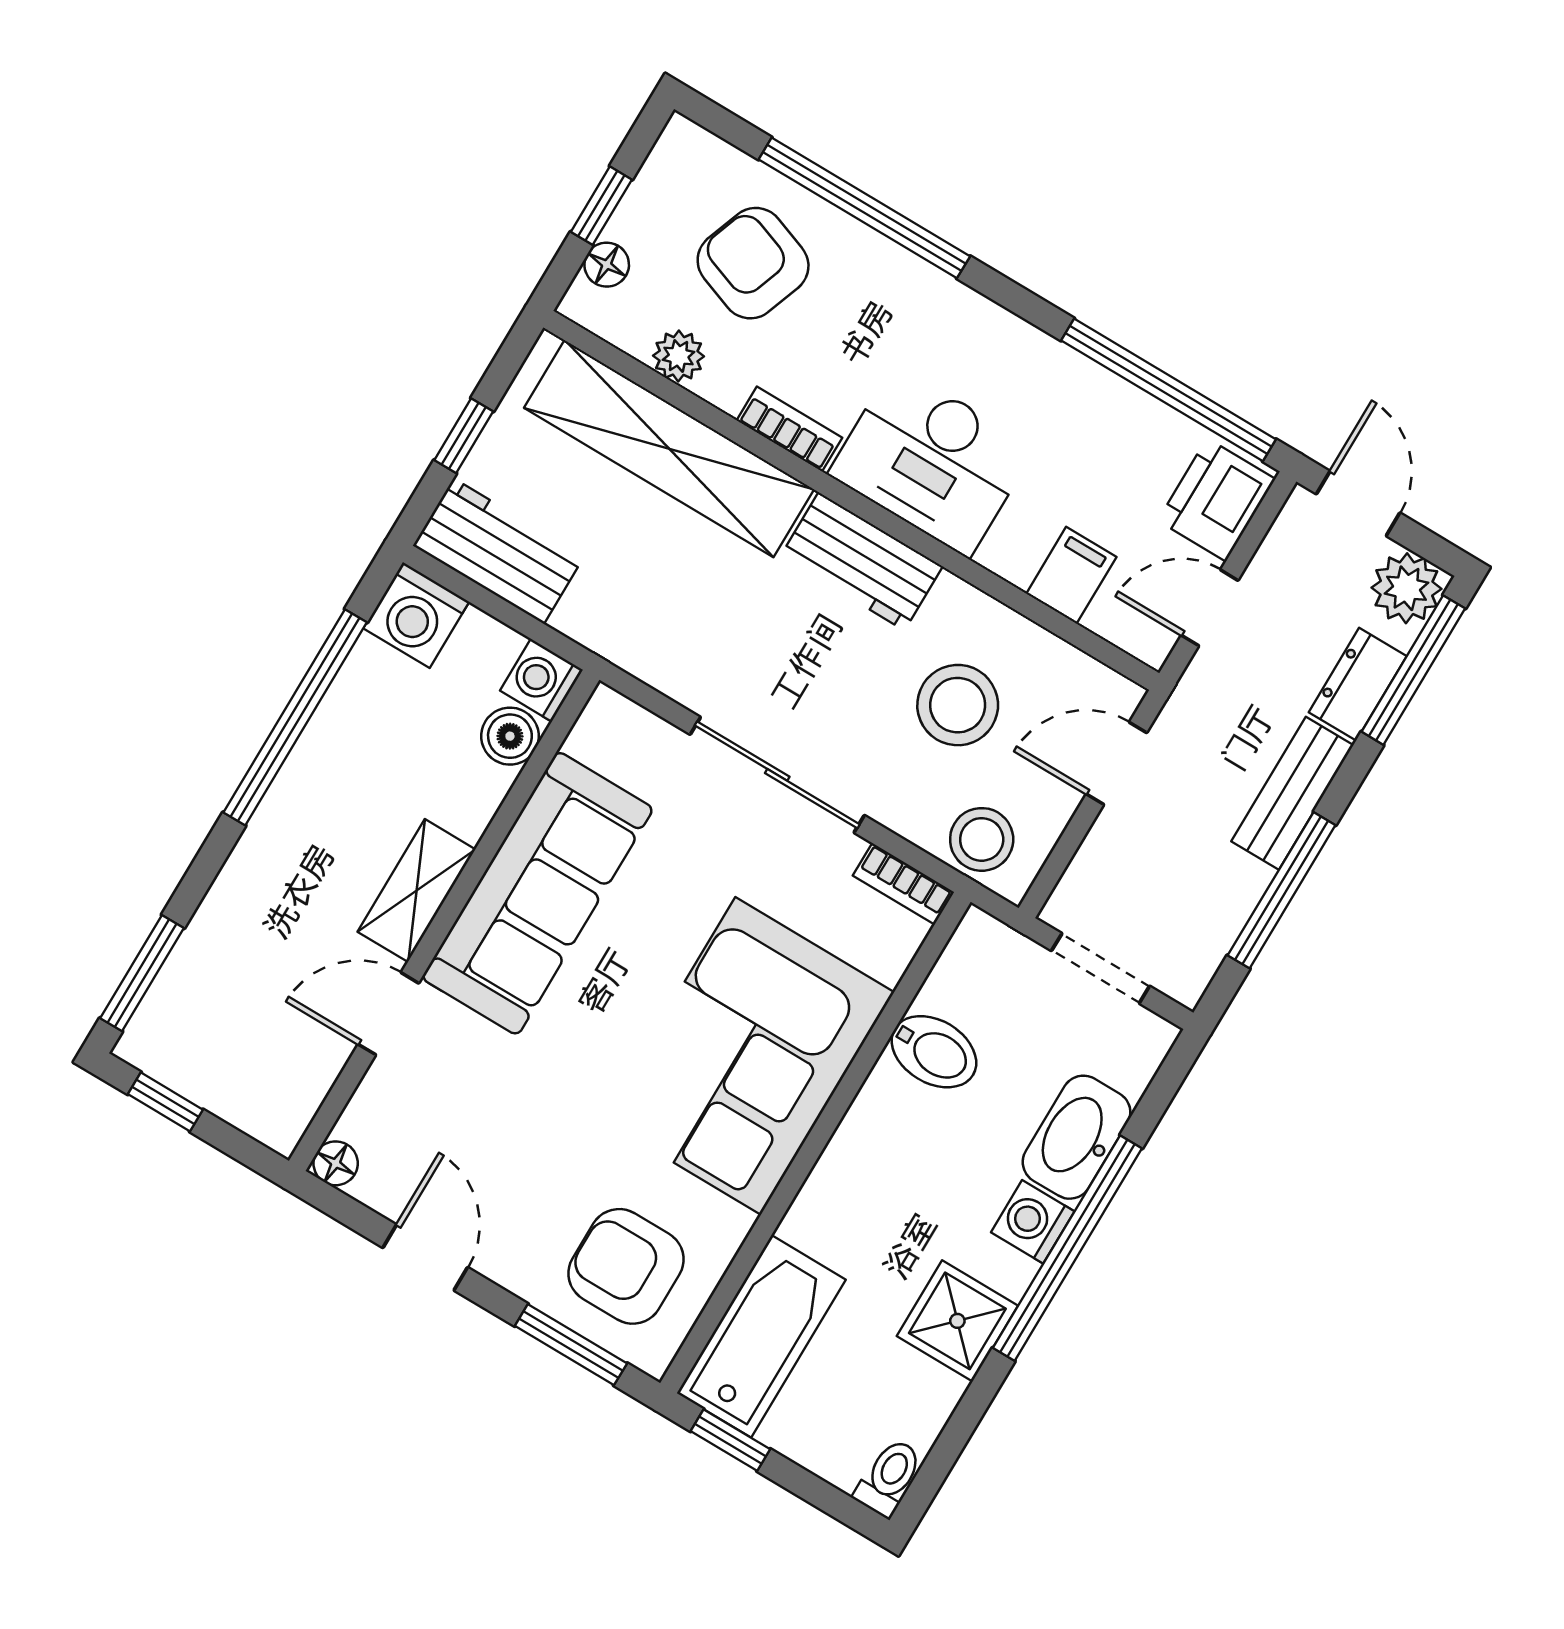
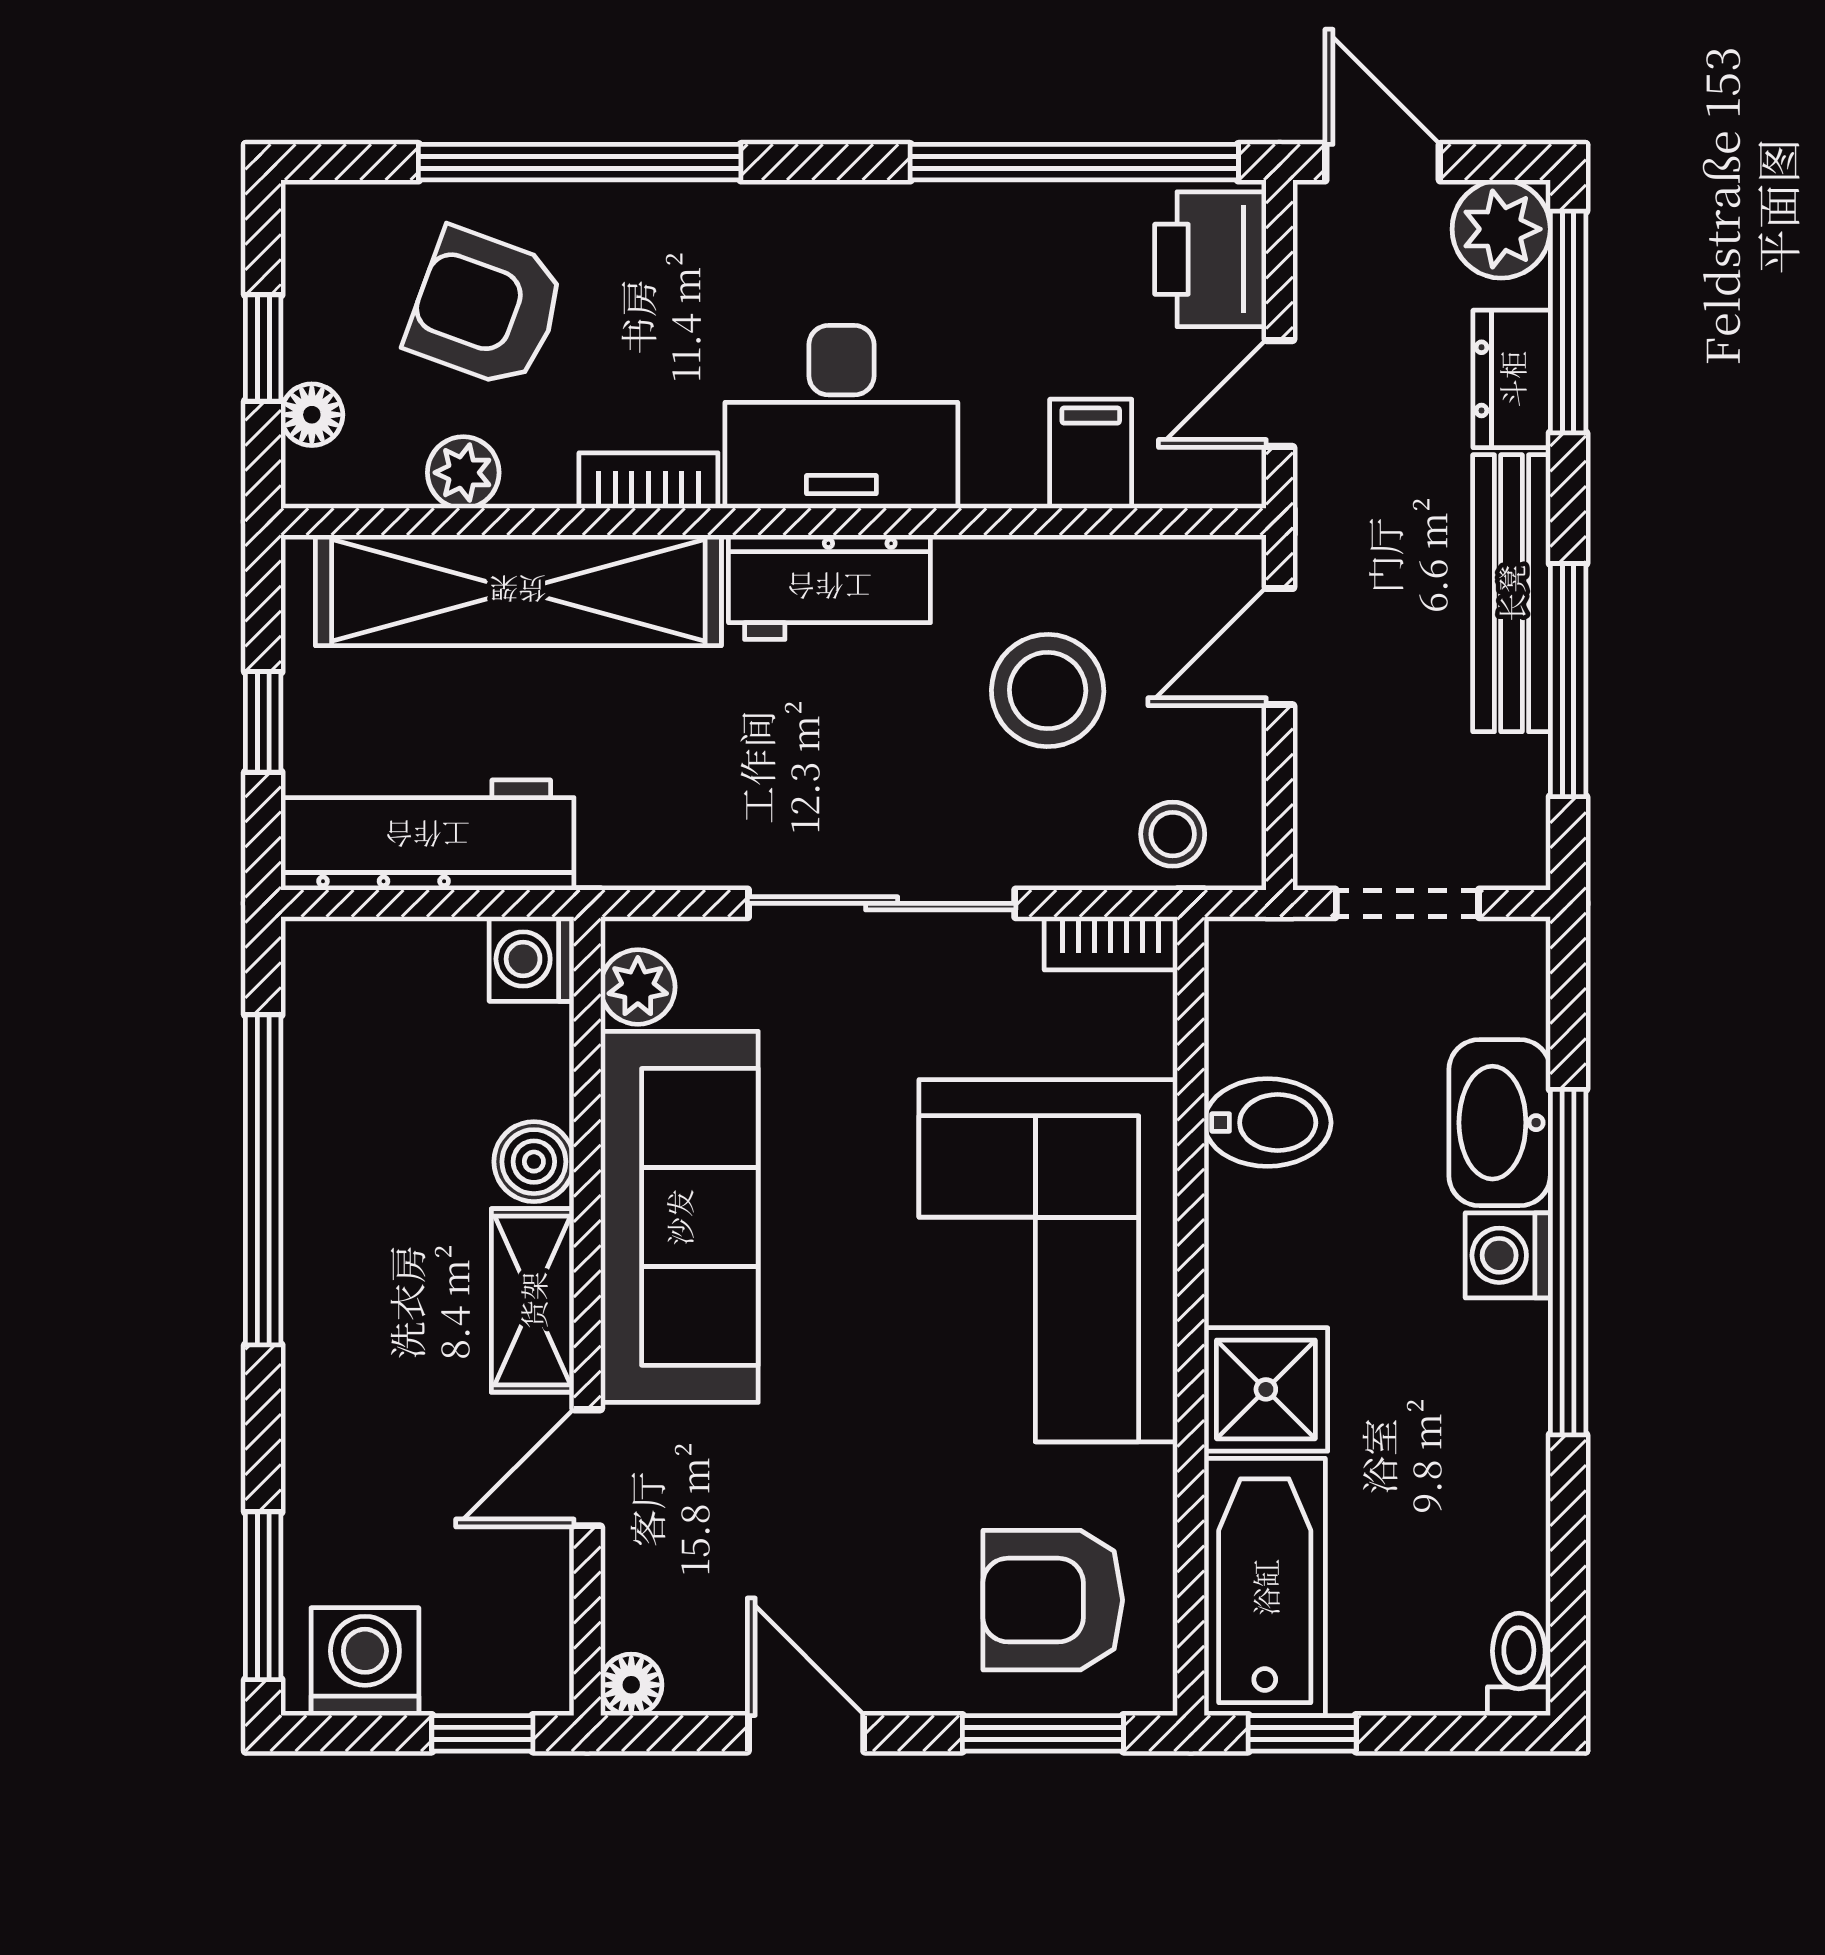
workbench: (499, 551) -> (427, 835), width x1.38
washing machine: (416, 615) -> (365, 1662), moved, turned 180
boiler: (510, 736) -> (534, 1162), moved
plant: (596, 737) -> (638, 987), added
bench: (1292, 793) -> (1511, 593), width x1.36
stool: (982, 839) -> (1173, 834), width x0.73, depth x0.73
window: (165, 1102) -> (482, 1733), moved
shower: (957, 1321) -> (1266, 1389), moved

